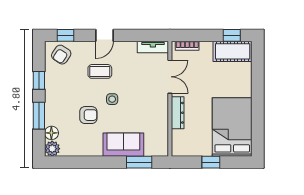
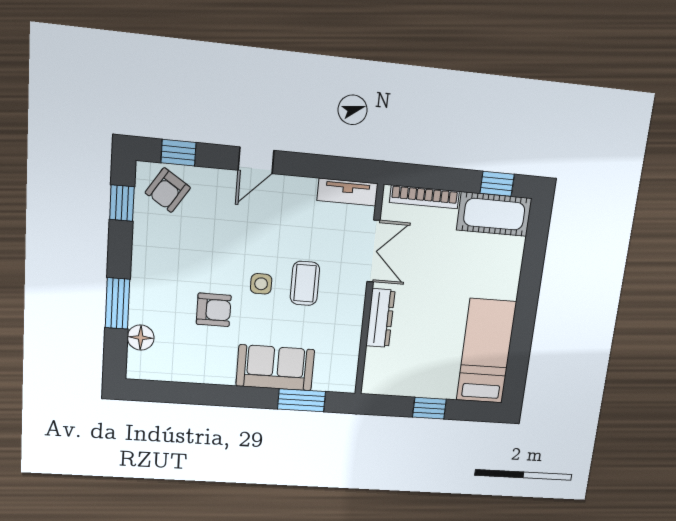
bookcase: (187, 46) -> (424, 197), width x1.56
coffee table: (100, 71) -> (305, 283), moved, turned 90
window: (39, 80) -> (122, 203), moved
bed: (232, 127) -> (486, 351), width x0.67
plant: (52, 149) -> (141, 366), removed

